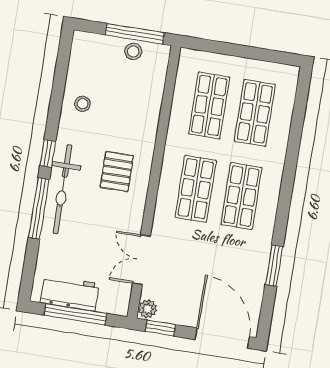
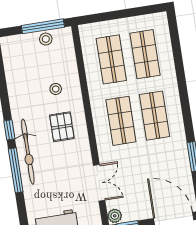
stool: (83, 104) -> (56, 89), moved
double door: (141, 260) -> (99, 183), swing flipped

